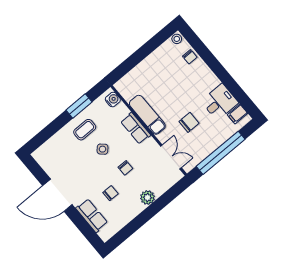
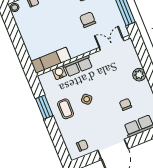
water cooler: (113, 100) -> (59, 73), moved
exam couch: (147, 115) -> (51, 60), moved
chair: (125, 168) -> (82, 145), moved

